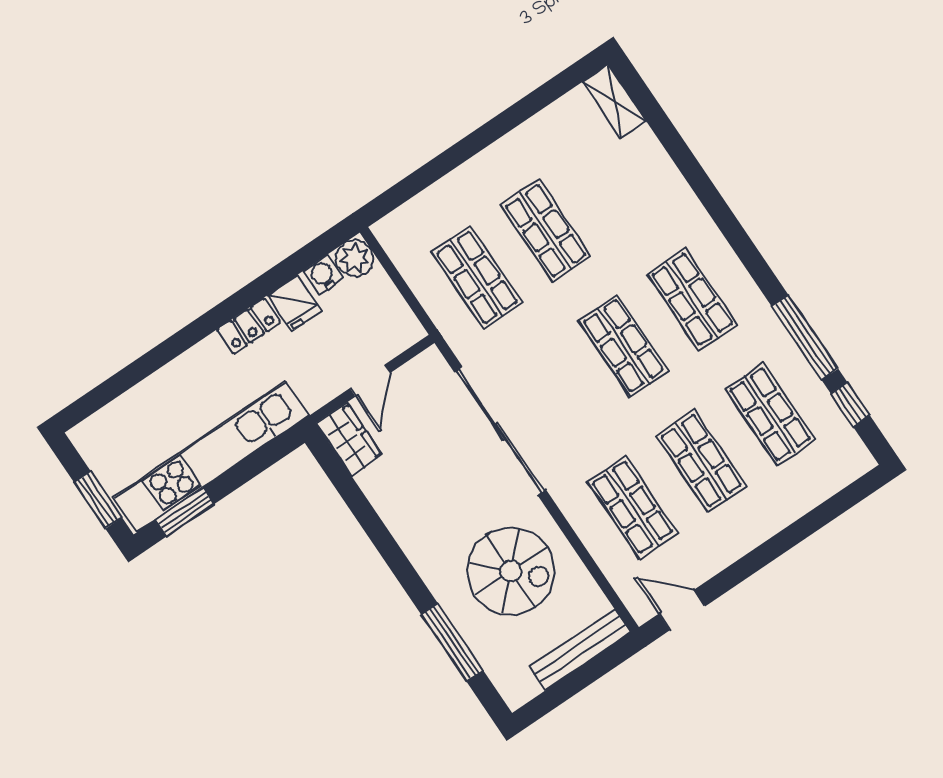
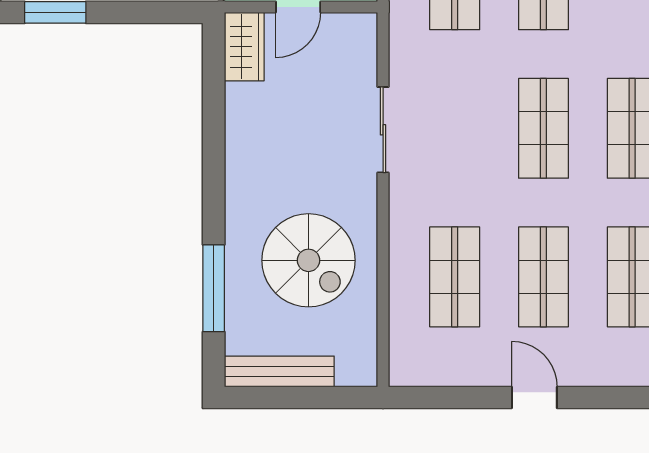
sliding door: (500, 431) -> (383, 130), width x0.54
door: (682, 610) -> (534, 398), moved
bench: (580, 650) -> (279, 371), moved

